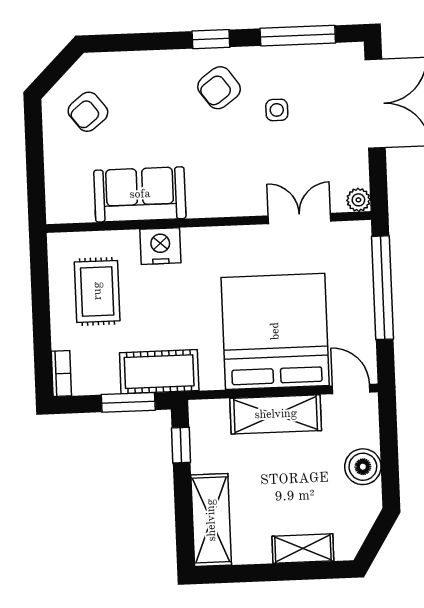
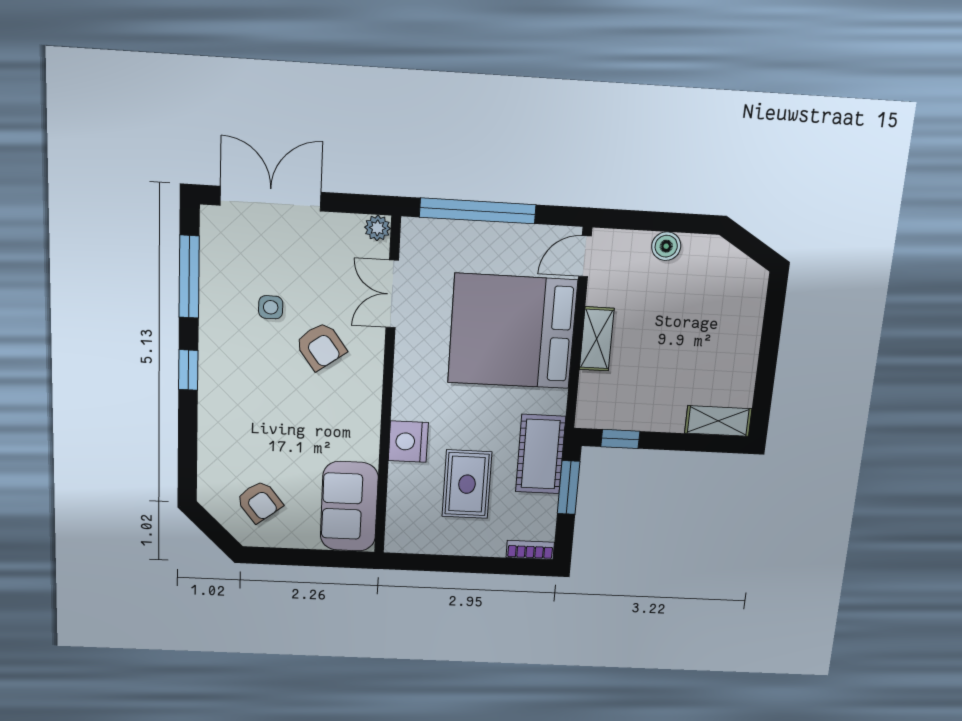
armchair: (219, 88) -> (321, 346), moved
sofa: (140, 194) -> (349, 507), moved
rug: (97, 291) -> (467, 484), moved, turned 90
shelving: (276, 414) -> (597, 339), width x0.67, depth x0.75
boiler: (363, 467) -> (666, 246), width x0.73, depth x0.73
shelving: (211, 520) -> (718, 421), width x0.67, depth x0.75
shelving: (303, 549) -> (748, 324), removed

